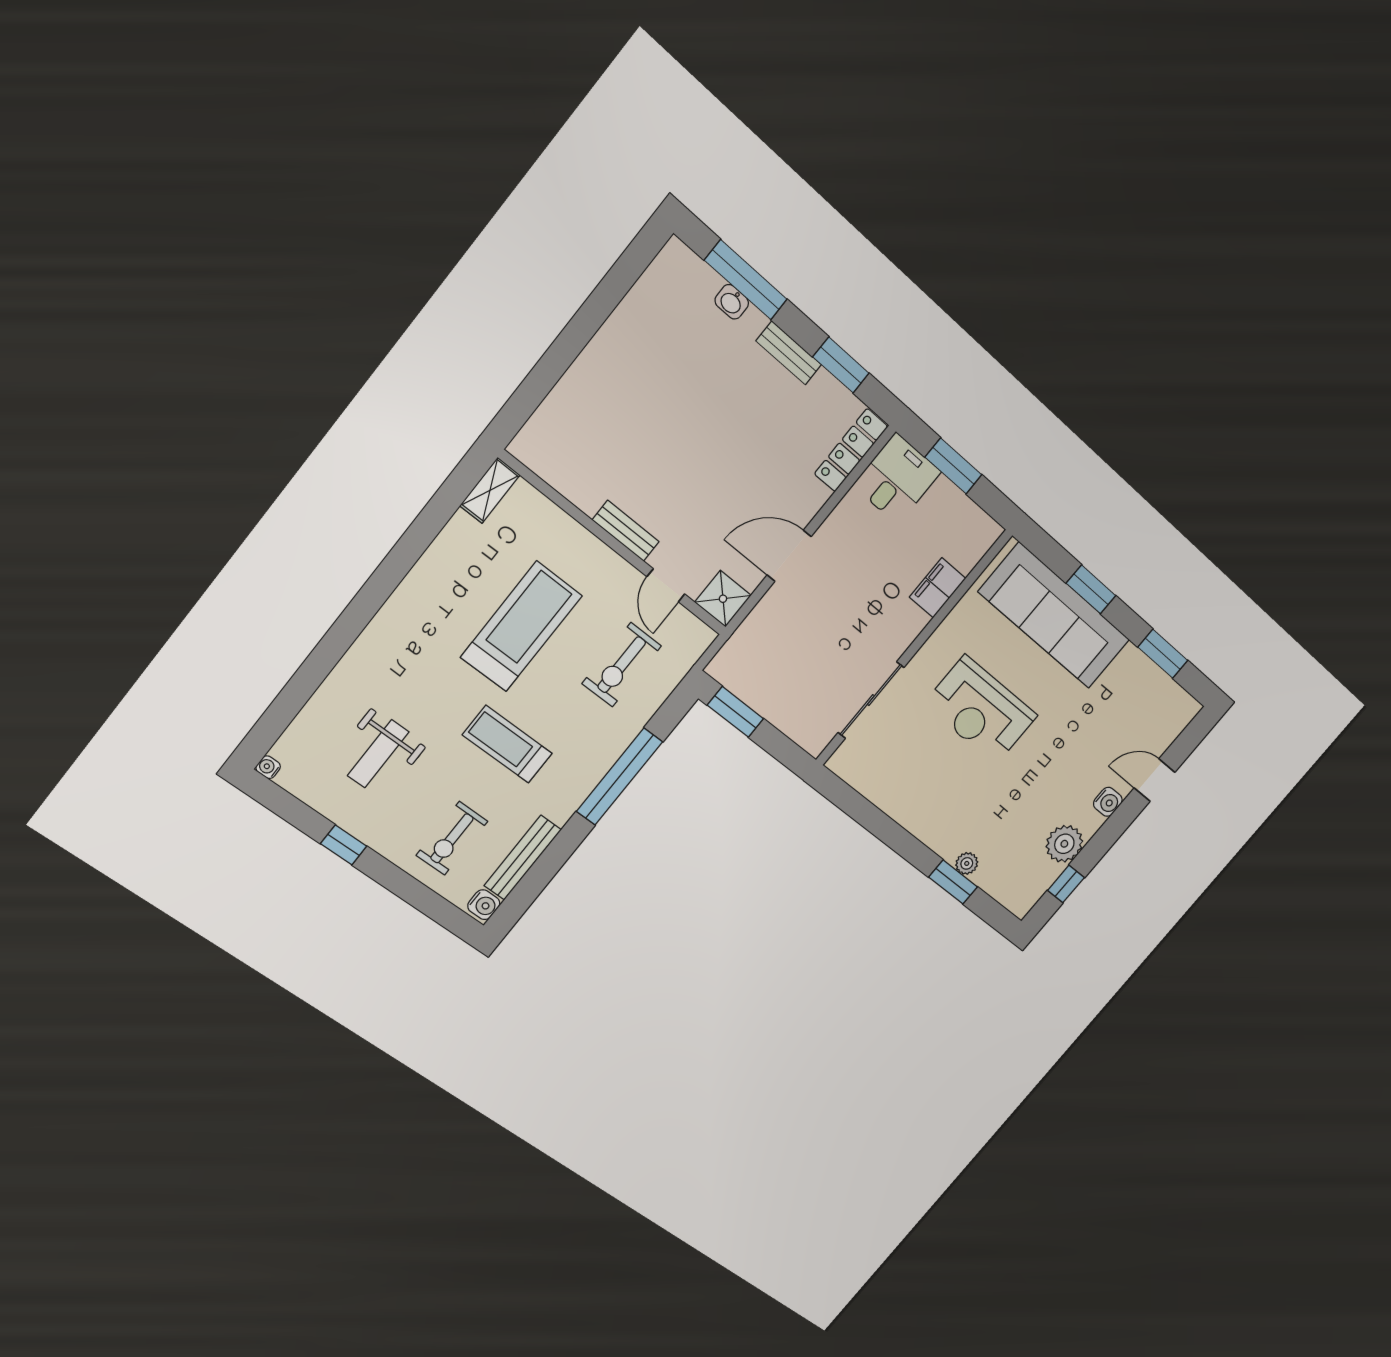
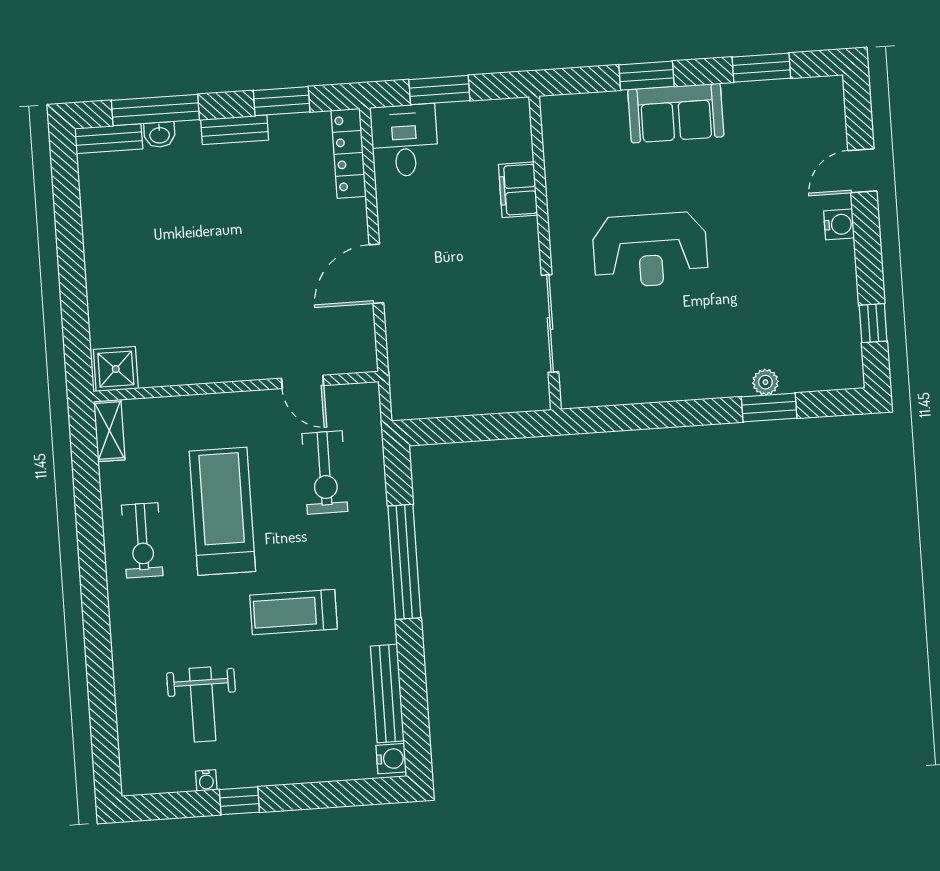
bench: (626, 531) -> (109, 139), moved
shower: (723, 599) -> (116, 369), moved
sofa: (1054, 616) -> (676, 113), width x0.54, depth x0.79
window: (735, 712) -> (449, 430), removed
water cooler: (268, 767) -> (206, 780), moved, turned -90
exercise bike: (452, 838) -> (142, 540), moved
plant: (1064, 844) -> (836, 292), removed

